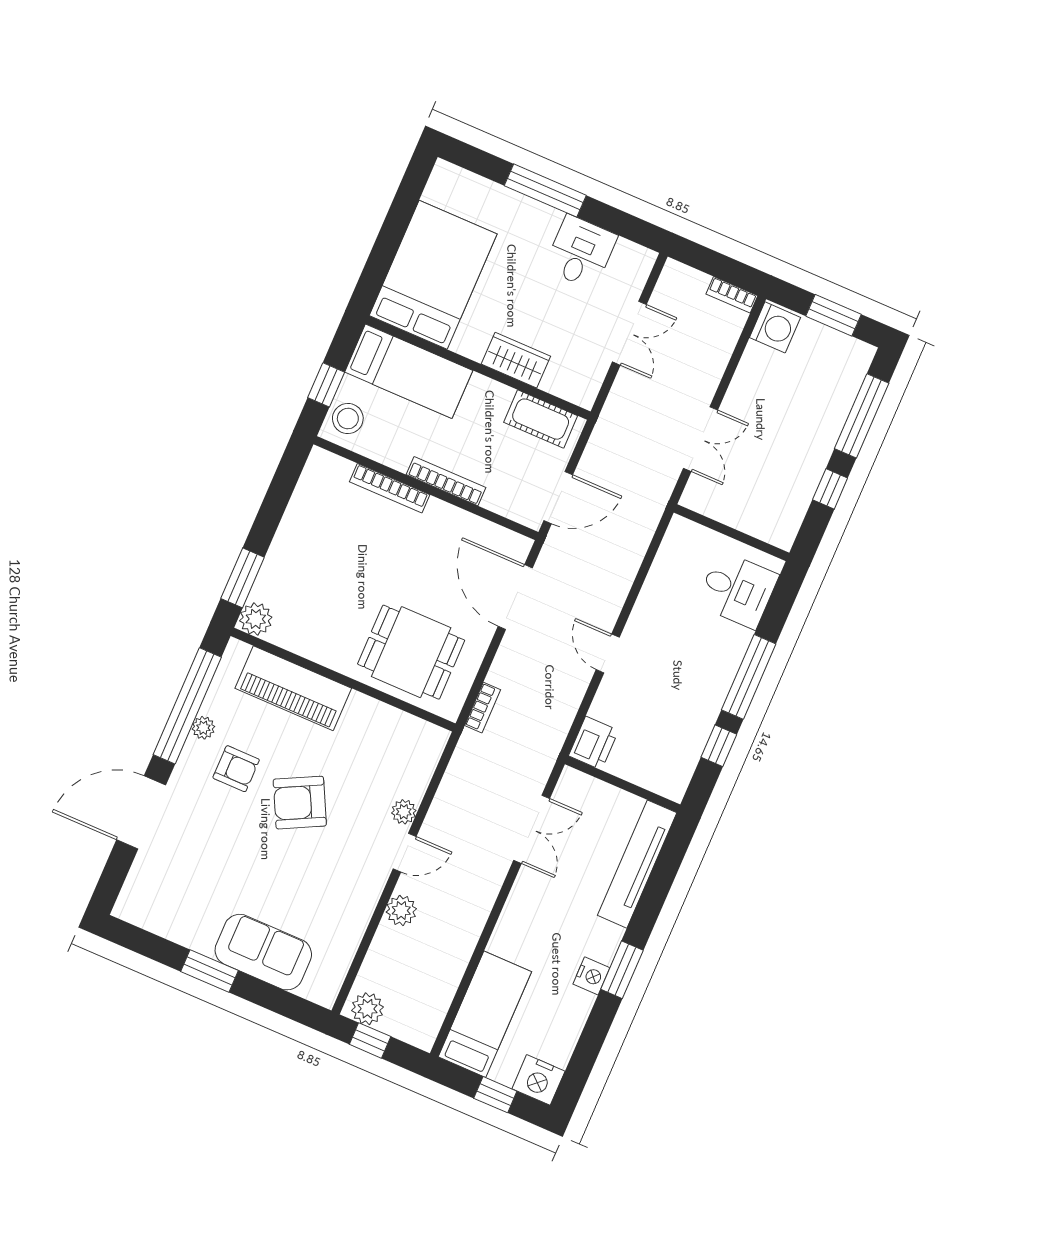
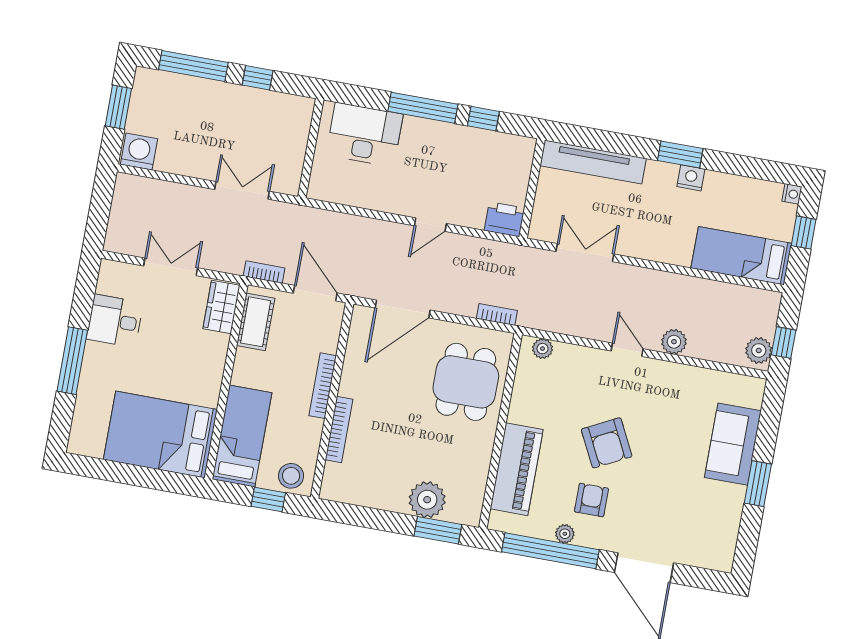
bookcase: (732, 295) -> (264, 272), moved, turned -90
wardrobe: (516, 360) -> (221, 307), moved
desk: (737, 590) -> (365, 135), width x1.37
plant: (256, 619) -> (427, 500), moved, width x1.36, depth x1.36
plant: (404, 812) -> (543, 349), moved
nightstand: (538, 1080) -> (792, 194), width x0.53, depth x0.56

